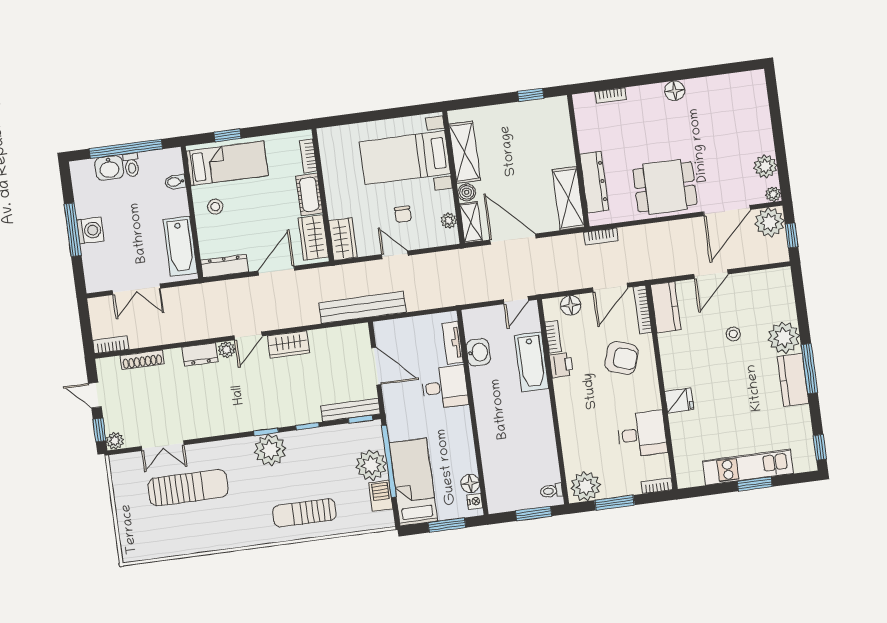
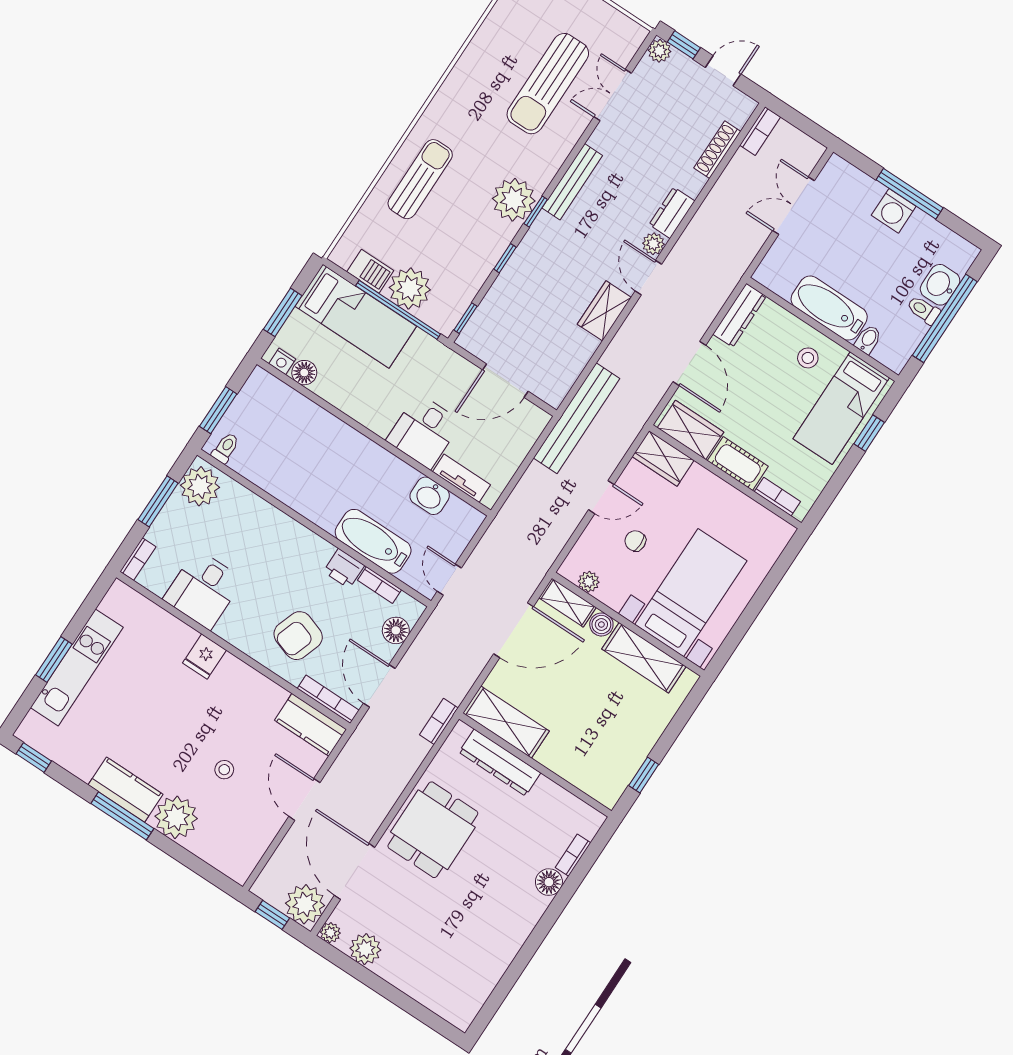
floor lamp: (675, 91) -> (549, 882), moved
bathtub: (180, 246) -> (829, 308), moved
bench: (350, 410) -> (572, 182), moved

